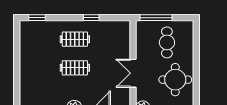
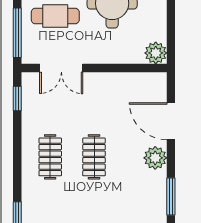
window: (91, 18) -> (17, 99), moved
double door: (133, 73) -> (61, 68), moved

